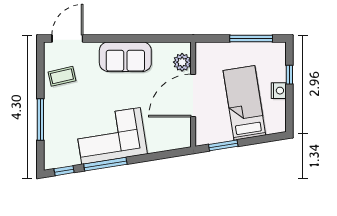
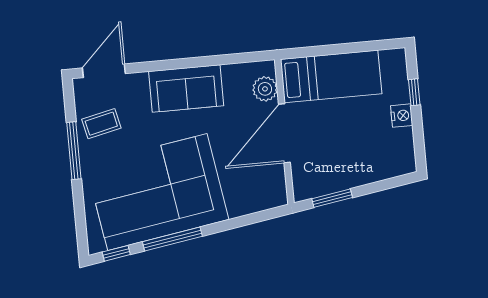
window: (251, 38) -> (357, 47), removed
bed: (244, 103) -> (331, 76), moved, turned 99
window: (40, 119) -> (74, 151), moved
corner sofa: (111, 136) -> (157, 192), width x1.36, depth x1.36

